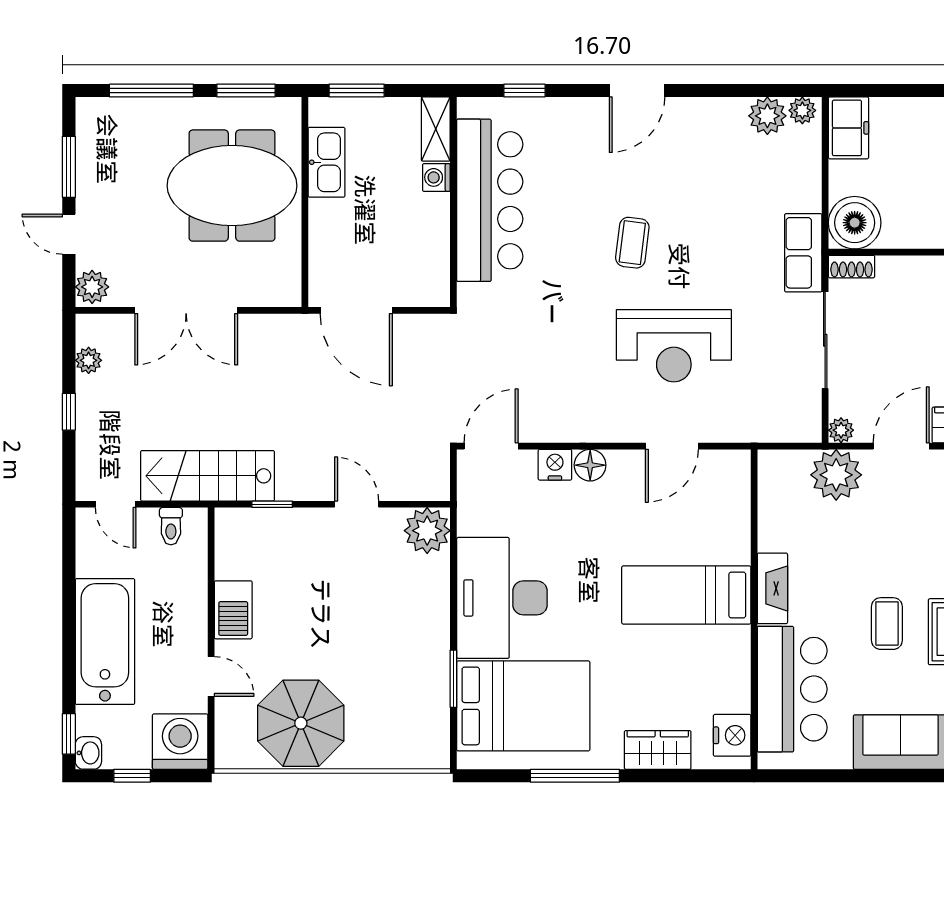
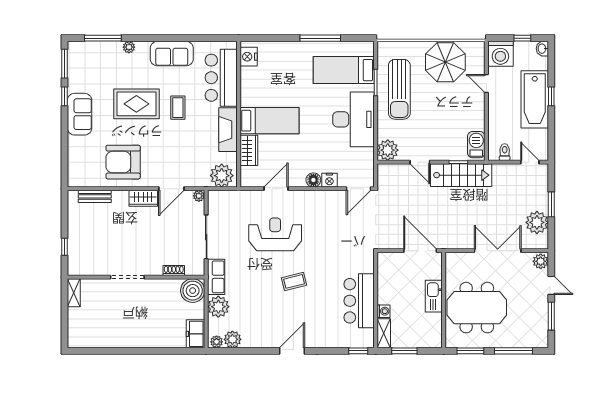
window: (357, 91) -> (404, 351), moved
window: (524, 91) -> (358, 351), moved
kitchen sink: (326, 162) -> (434, 296), moved
plant: (798, 187) -> (218, 307), added
bar counter: (490, 200) -> (359, 301), width x0.73
coffee table: (632, 243) -> (294, 281), turned 69
shoe rack: (852, 267) -> (174, 271), moved
plant: (89, 360) -> (537, 222), width x1.88, depth x1.88
window: (69, 412) -> (551, 204), width x1.50
plant: (836, 475) -> (222, 176), moved
stairs: (207, 476) -> (461, 175), moved
fireplace: (772, 588) -> (228, 130), width x1.37, depth x1.32
barbecue: (233, 610) -> (476, 145), moved
sun lounger: (402, 664) -> (399, 89), added
bed: (523, 706) -> (344, 70), width x0.67
window: (69, 734) -> (551, 96), moved
wardrobe: (658, 750) -> (249, 150), moved, turned -90

